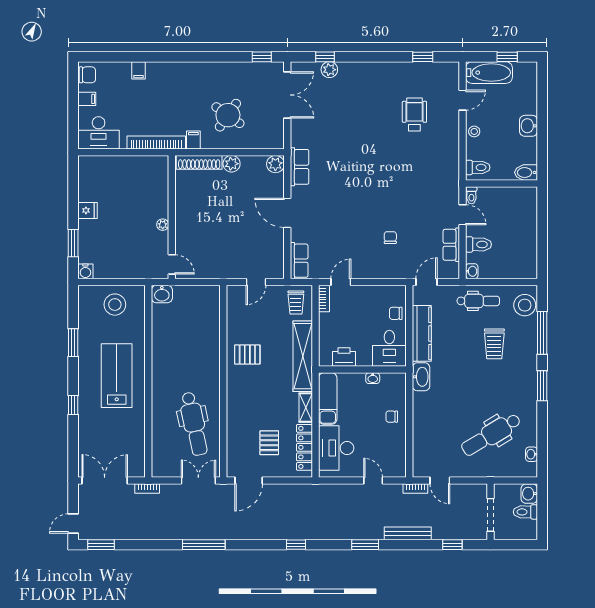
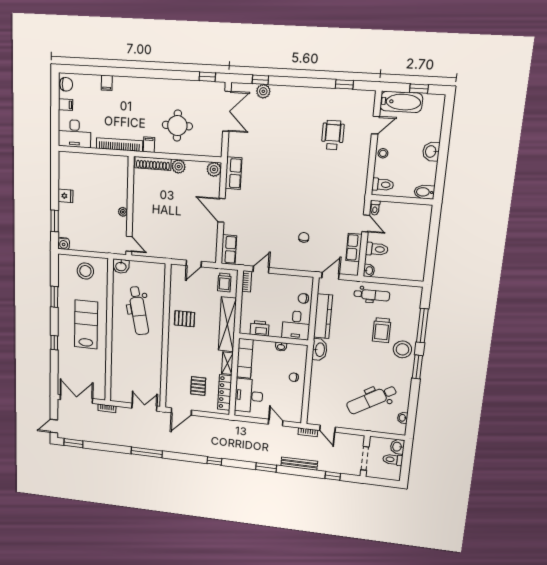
round table: (228, 115) -> (177, 126), turned -35
stool: (525, 305) -> (402, 349), moved
dental chair: (194, 424) -> (138, 311), moved

